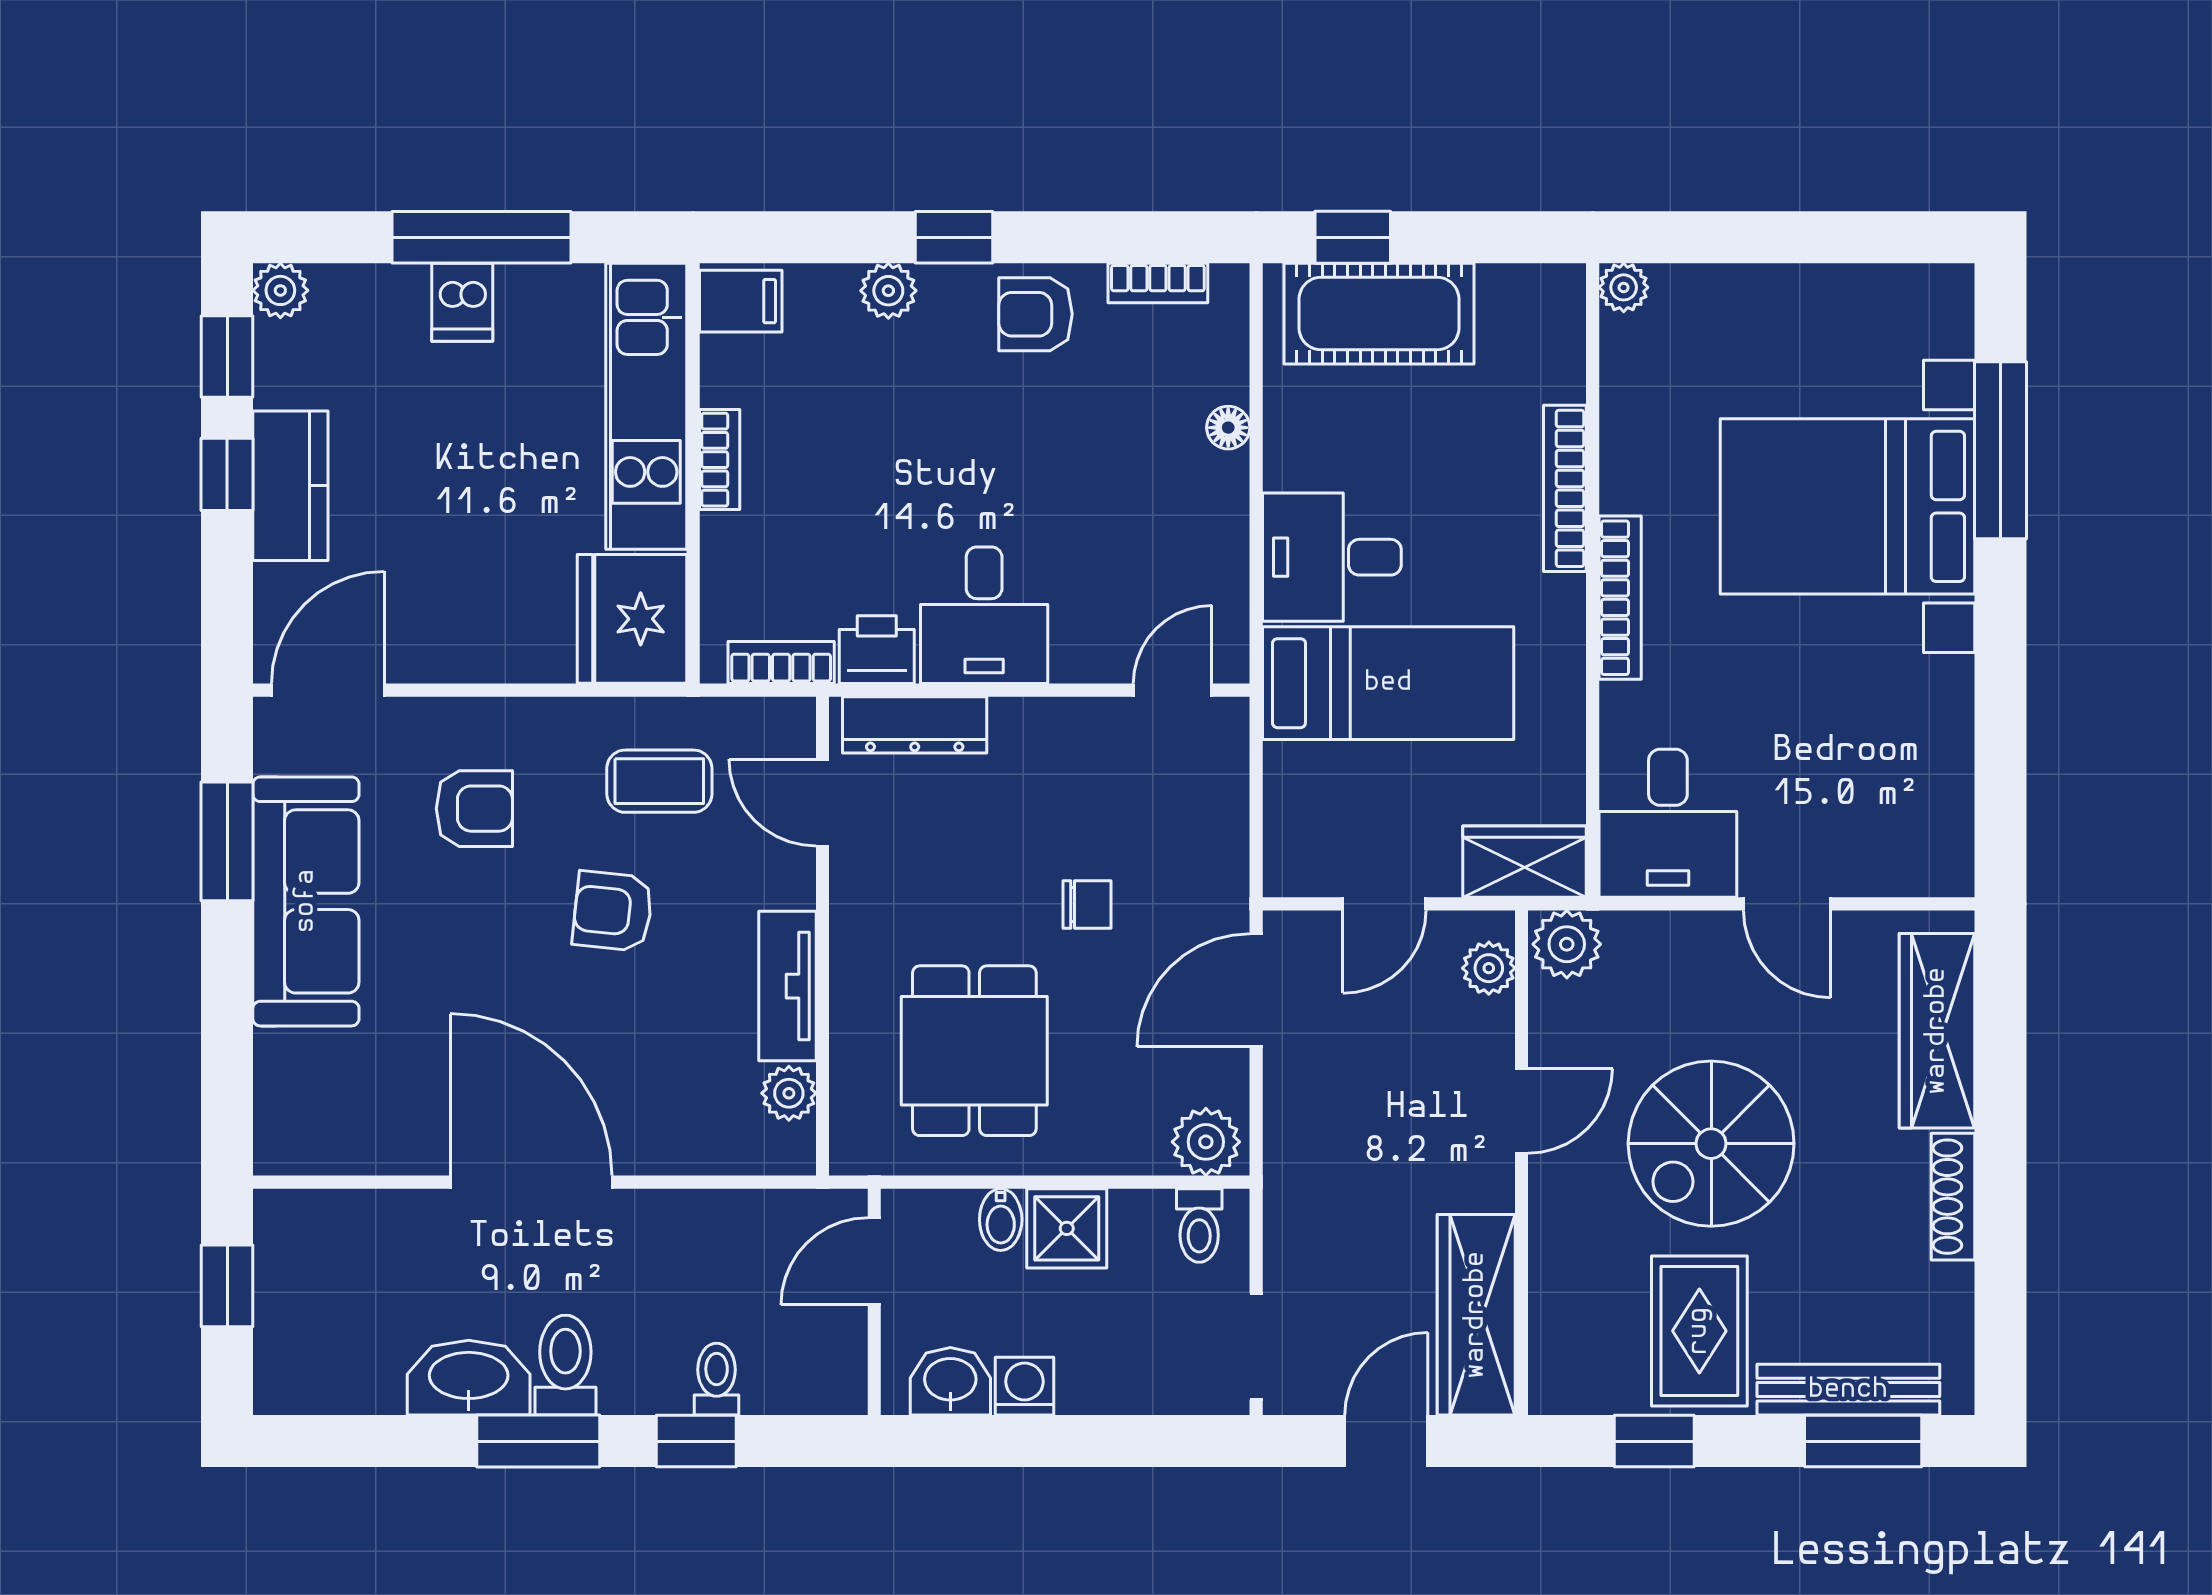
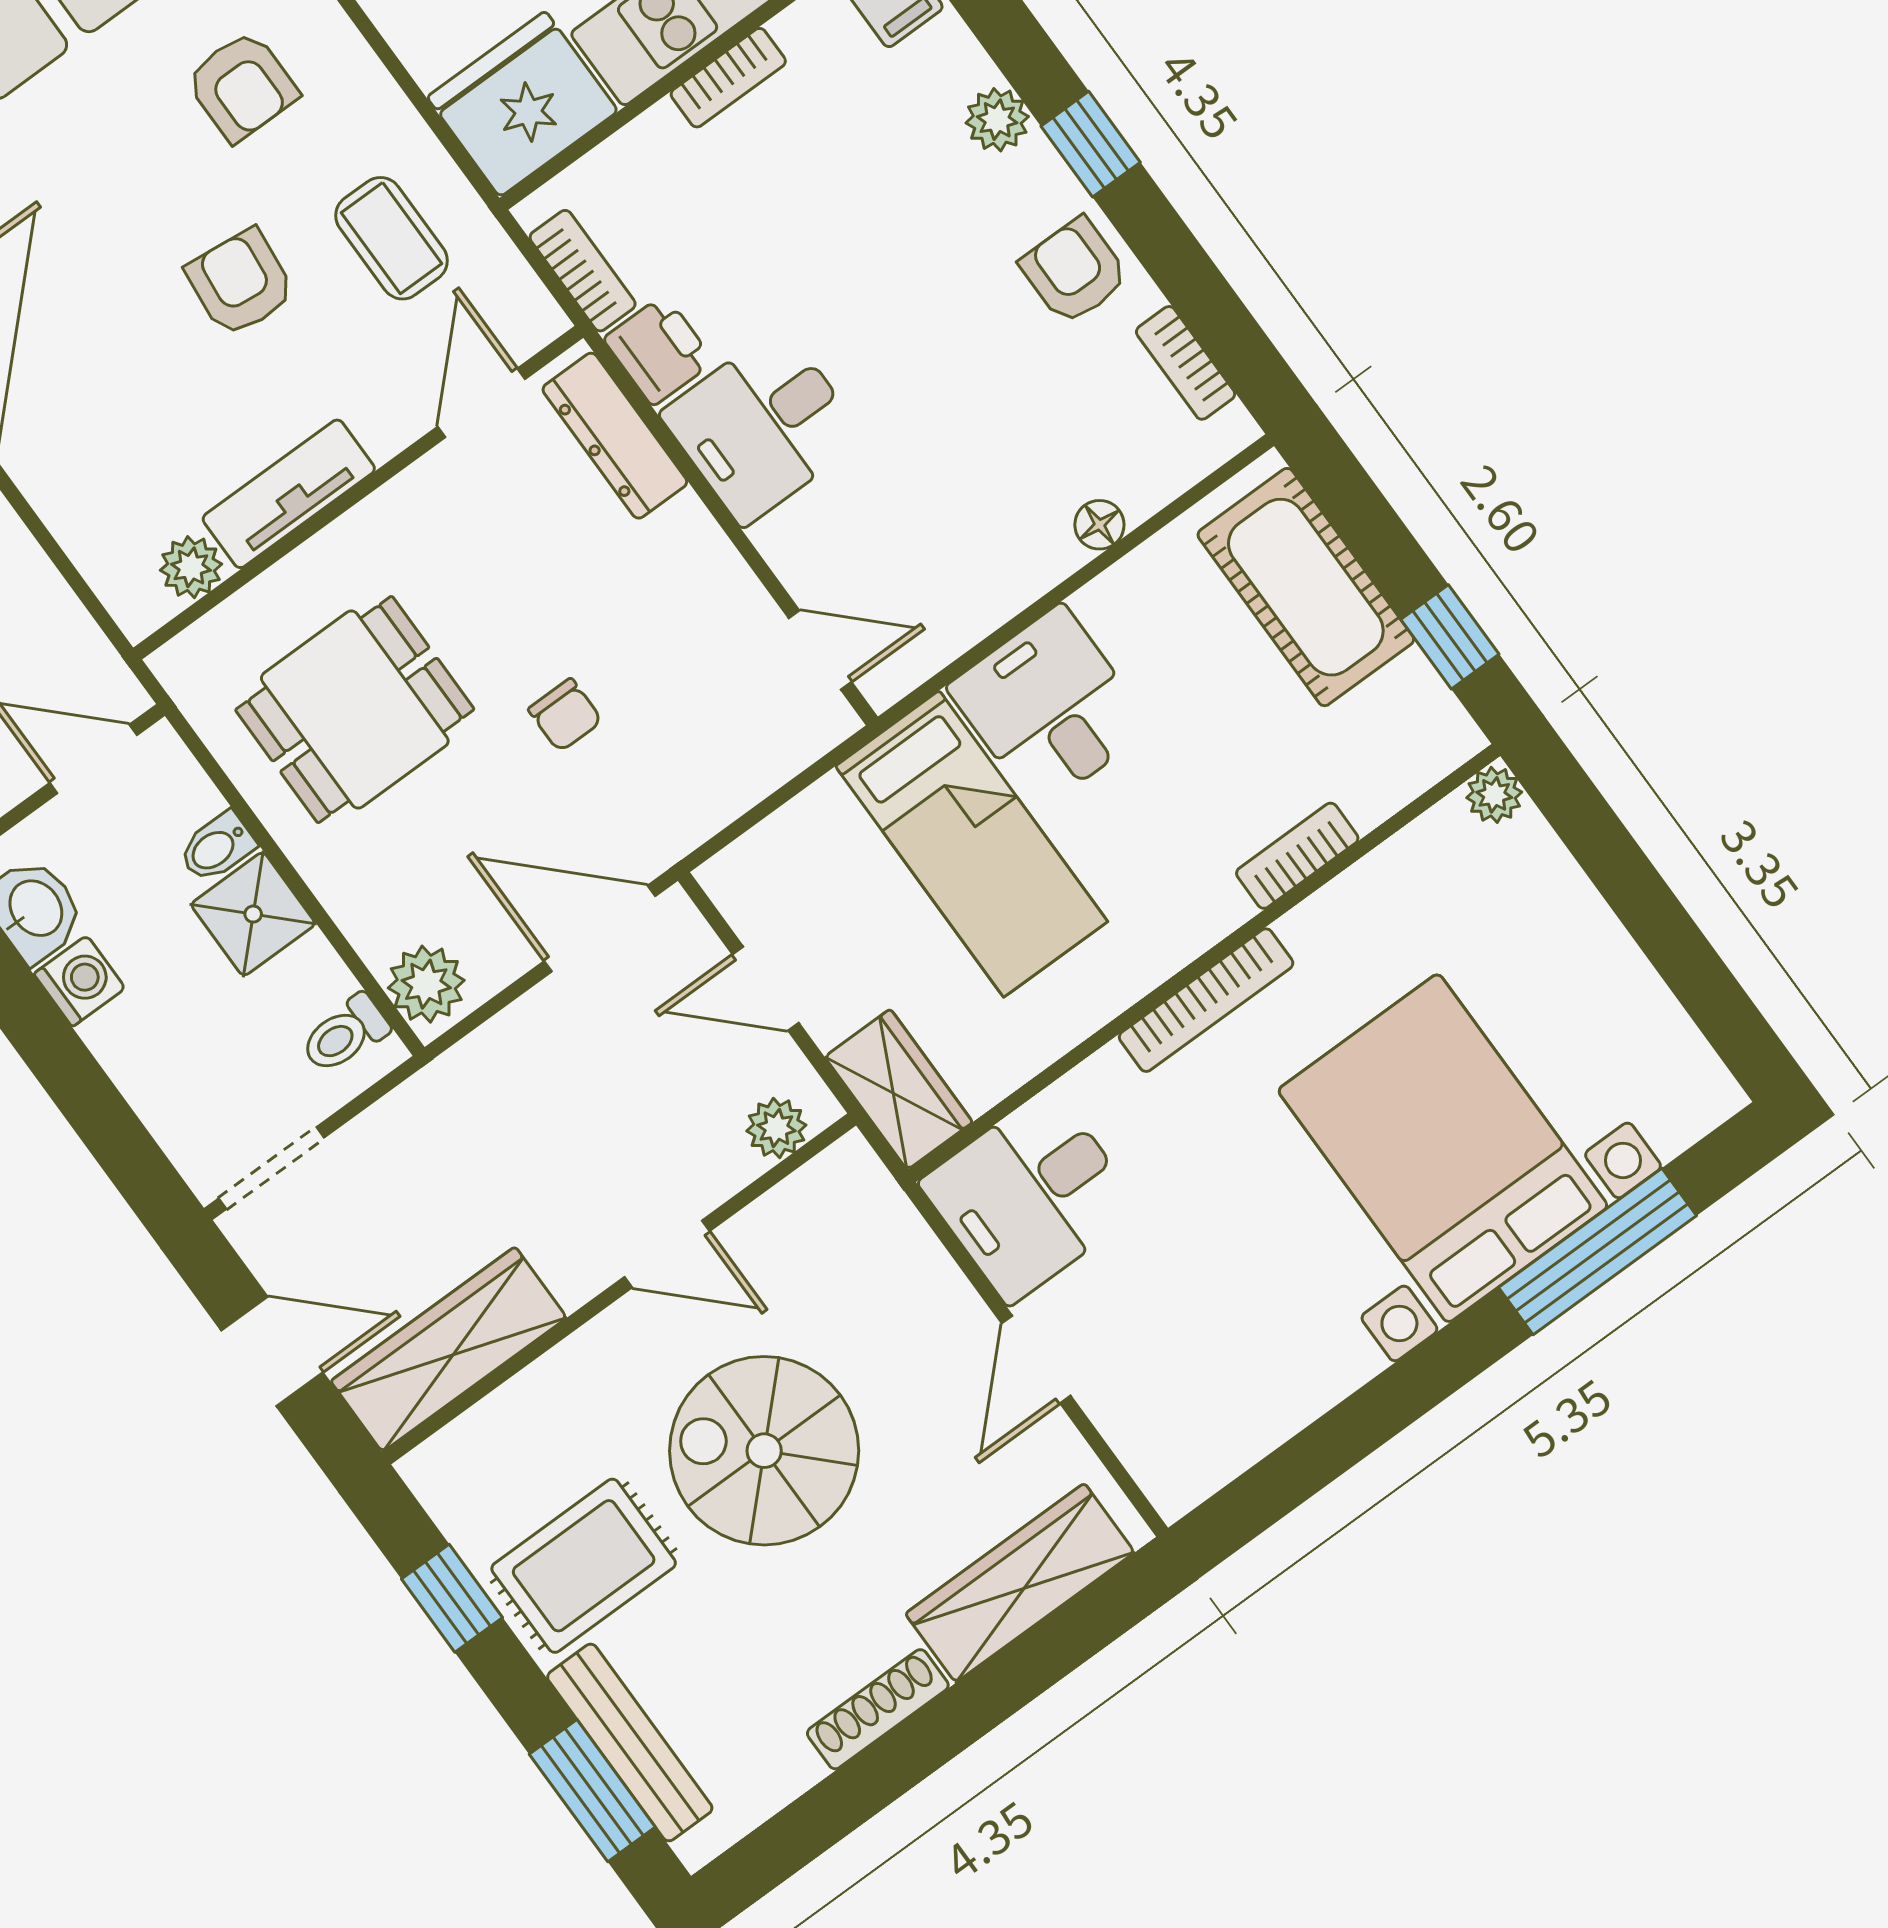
window: (1353, 237) -> (1450, 637), moved
bookcase: (1565, 488) -> (1297, 856), width x0.64
plant: (1567, 944) -> (851, 1184), removed

